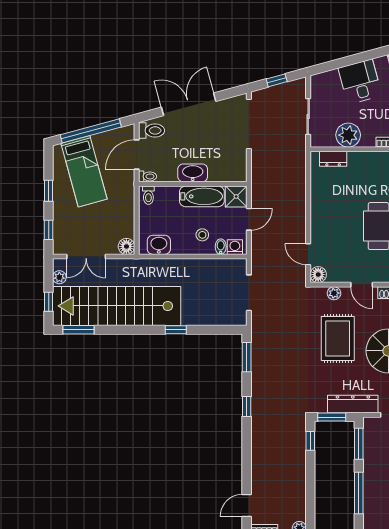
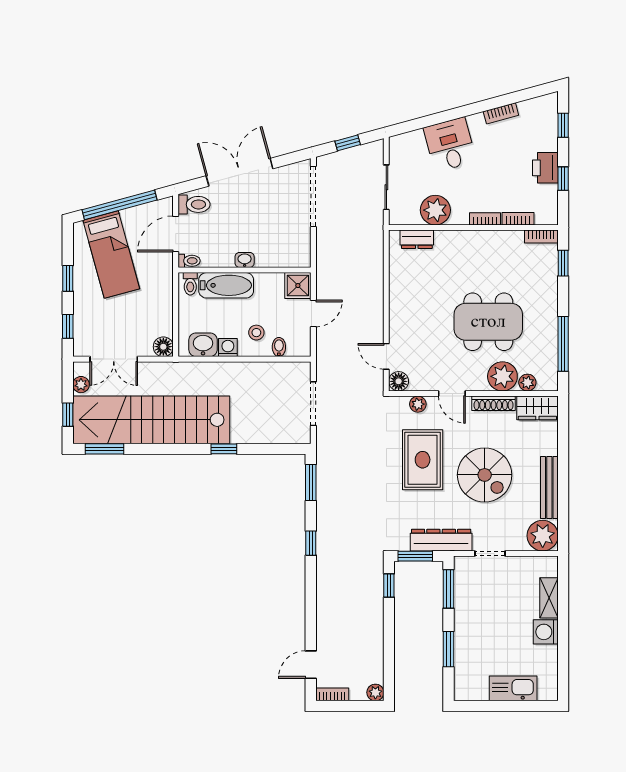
washbasin: (193, 173) -> (245, 260), width x0.52, depth x0.69
bathtub: (202, 196) -> (226, 285), moved
washing machine: (235, 247) -> (228, 348), moved
window: (359, 493) -> (448, 649), width x0.69

